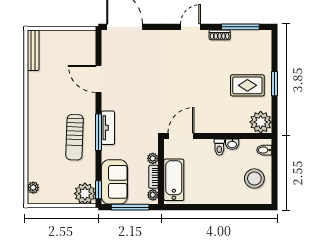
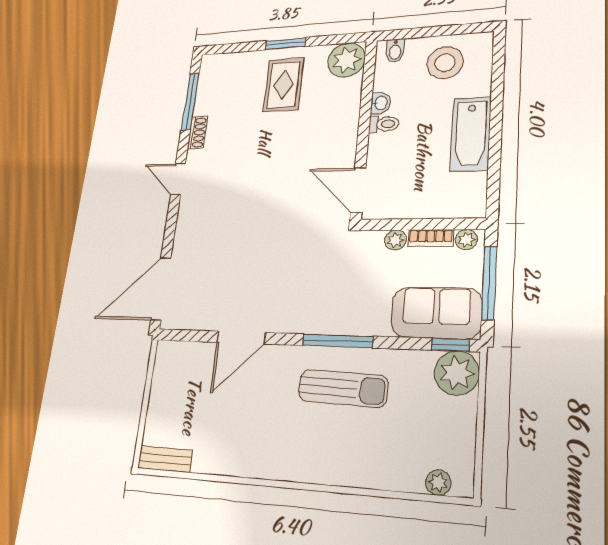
bench: (33, 50) -> (165, 459), width x0.73
tv unit: (108, 128) -> (331, 323), removed
bathtub: (174, 180) -> (471, 134), moved, turned -90

